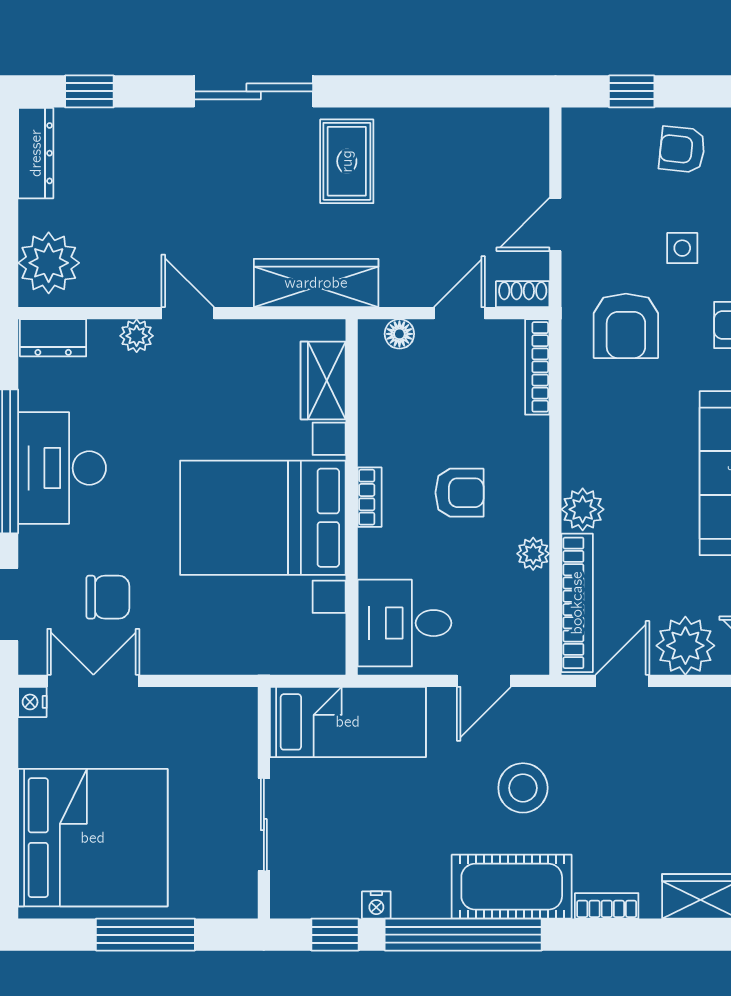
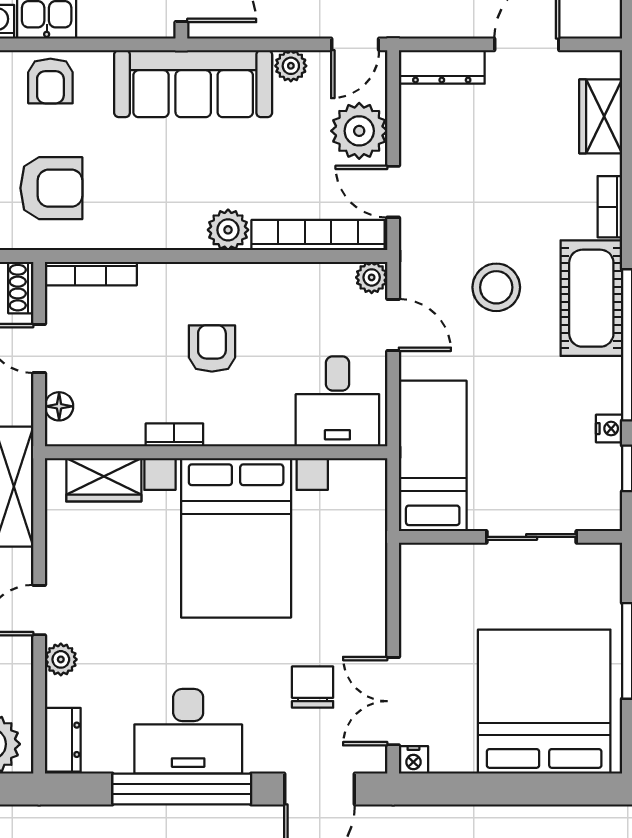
bookcase: (370, 497) -> (174, 435), moved
plant: (533, 554) -> (372, 277), moved

